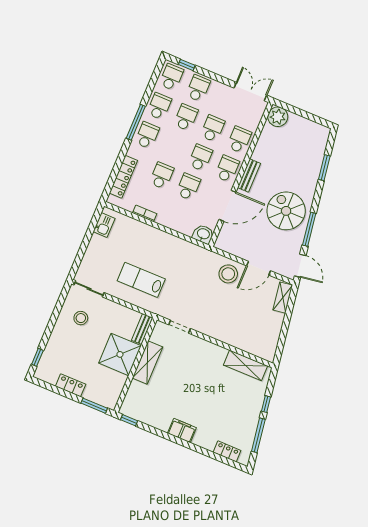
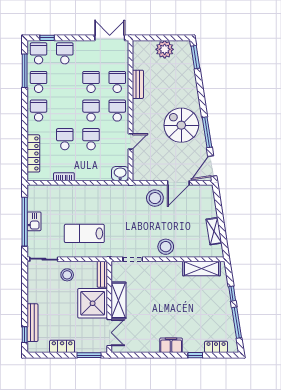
school desk: (186, 117) -> (65, 82), removed
plant: (278, 117) -> (165, 49), moved
window: (136, 122) -> (25, 71), moved
window: (324, 168) -> (195, 57), moved
bench: (249, 175) -> (138, 84), moved
door: (228, 206) -> (131, 141), width x0.53
kitchen sink: (104, 225) -> (34, 221), moved
window: (86, 242) -> (25, 222), added
door: (300, 266) -> (212, 166), swing flipped
shelving: (283, 298) -> (214, 231), moved
stool: (81, 318) -> (67, 275), moved
stool: (218, 328) -> (166, 247), added
bench: (51, 349) -> (32, 323), added
double door: (124, 391) -> (109, 333), added
window: (129, 420) -> (195, 355), moved

